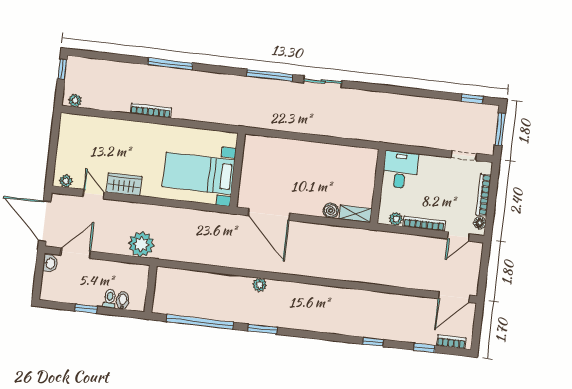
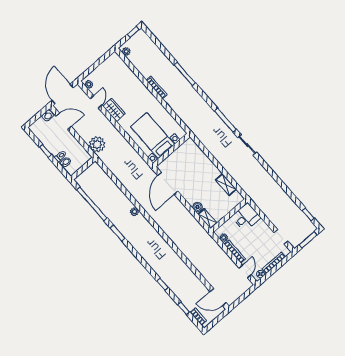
shelving: (341, 153) -> (226, 185), added
door: (459, 236) -> (245, 271), swing flipped

